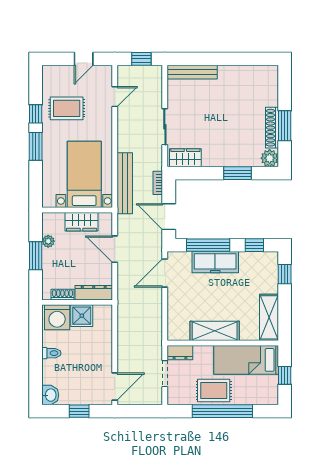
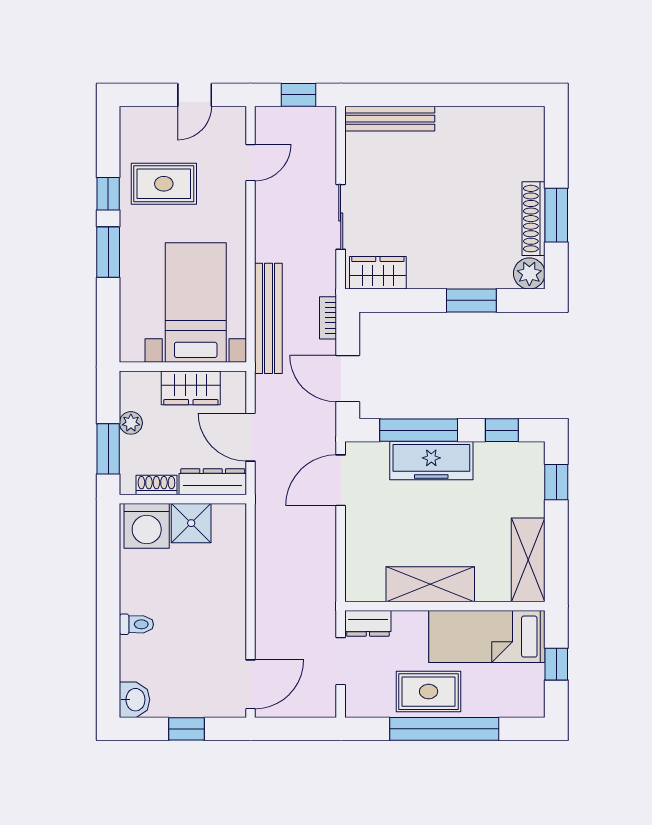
dresser: (94, 293) -> (213, 482), moved
shoe rack: (62, 295) -> (156, 485), moved
wall: (77, 302) -> (183, 499), moved
shower: (82, 316) -> (191, 523), moved
washing machine: (57, 317) -> (147, 526), moved

